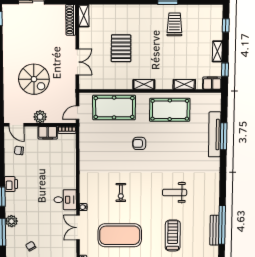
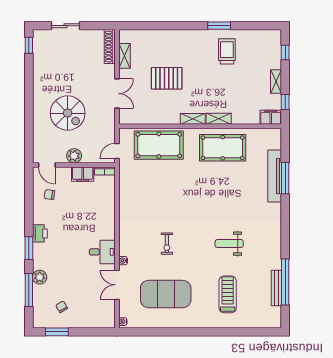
shelving: (84, 16) -> (124, 56), moved
pallet: (121, 48) -> (167, 78), turned 90
shelving: (184, 84) -> (219, 119), moved
armchair: (139, 143) -> (188, 186), removed

